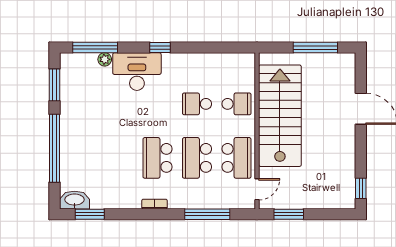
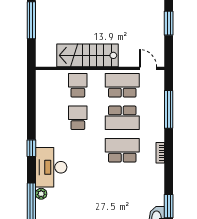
school desk: (197, 104) -> (78, 118), turned 180
stairs: (280, 116) -> (88, 55), width x0.73, depth x0.66
school desk: (157, 158) -> (122, 150), turned 180
window: (289, 214) -> (169, 23), moved

